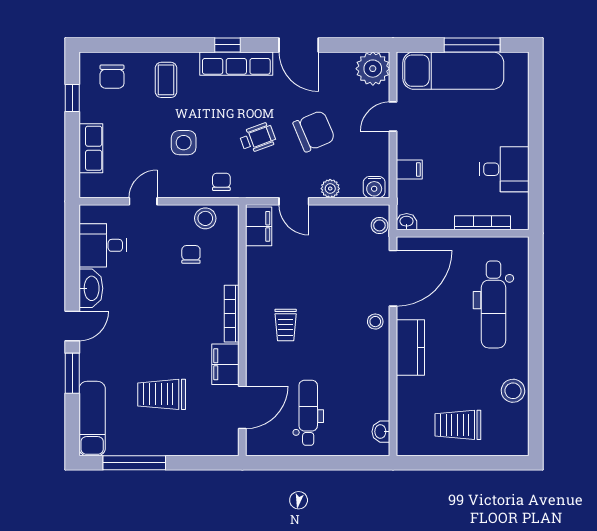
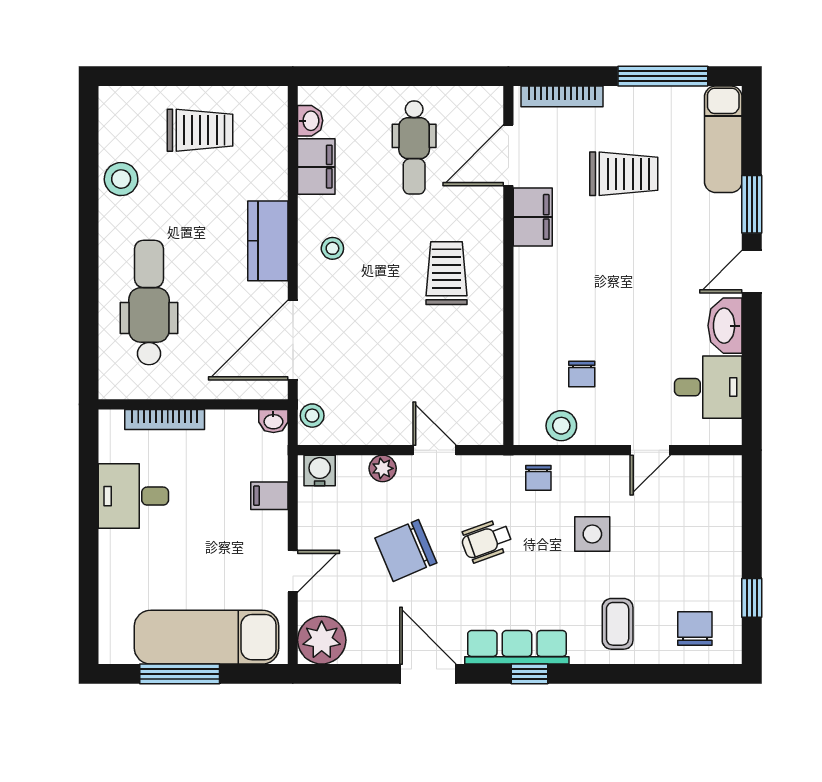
row of seats: (91, 148) -> (725, 526), removed
filing cabinet: (259, 226) -> (316, 167), moved, turned 180
bookcase: (232, 314) -> (562, 96), moved, turned 90
stool: (375, 322) -> (332, 248), moved
trolley: (286, 325) -> (446, 273), width x1.36, depth x1.39

